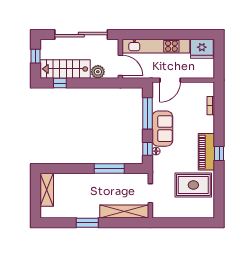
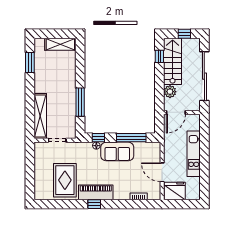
kitchen unit: (156, 46) -> (194, 154), width x0.73
fridge: (202, 49) -> (175, 191), moved, turned 90
door: (170, 80) -> (162, 172), moved
window: (87, 223) -> (30, 62), moved

